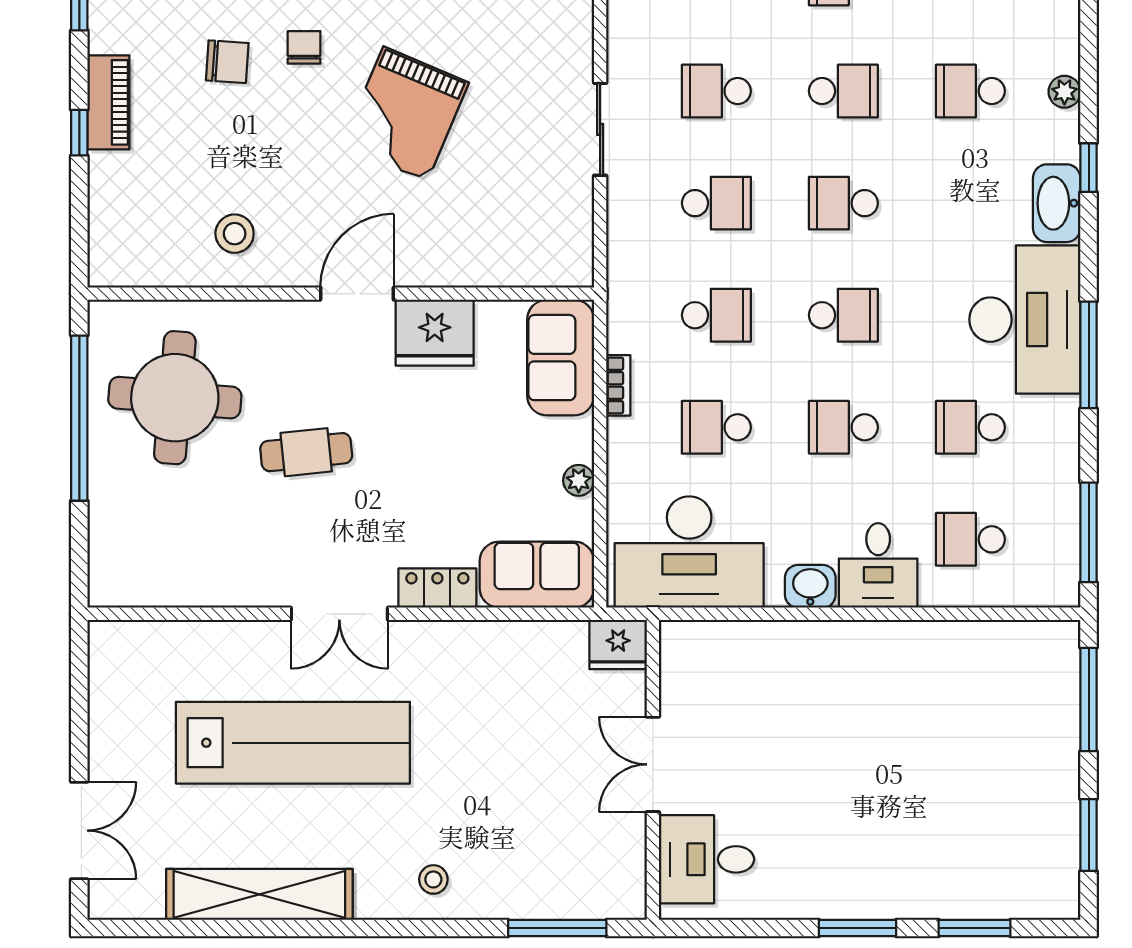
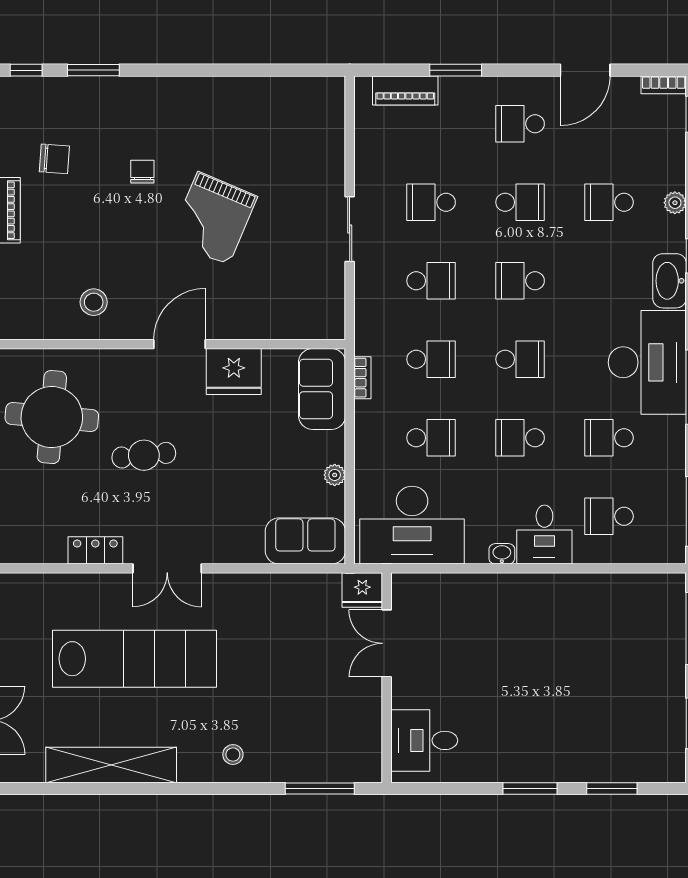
chair: (227, 62) -> (54, 159), moved
bookcase: (618, 385) -> (362, 378), moved
school desk: (716, 427) -> (431, 438), turned 180
washbasin: (810, 586) -> (502, 554), width x0.72, depth x0.69
locker: (437, 588) -> (95, 550), moved
double door: (653, 764) -> (387, 643), moved

